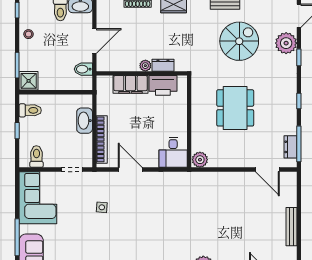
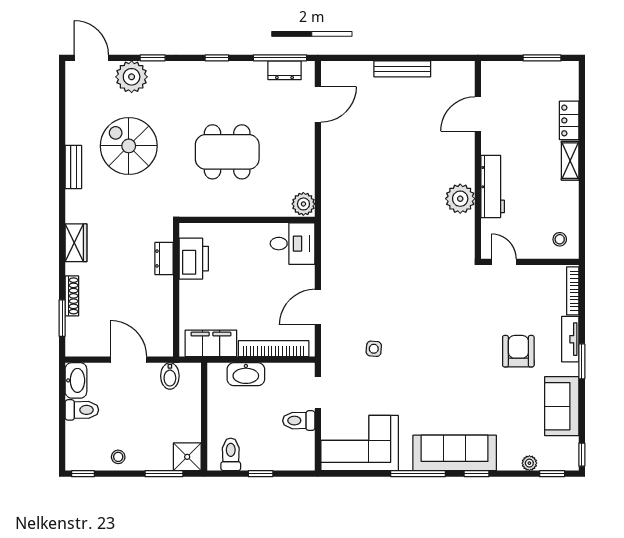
plant: (145, 66) -> (165, 285), removed
filing cabinet: (130, 84) -> (211, 343), moved, turned -90
toilet: (36, 157) -> (299, 421), moved

